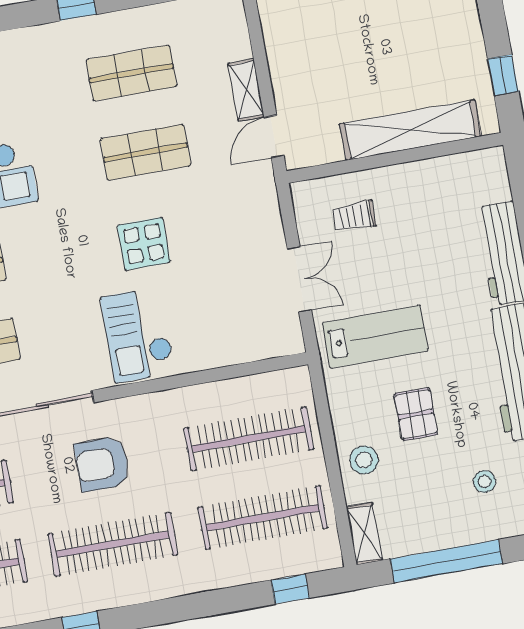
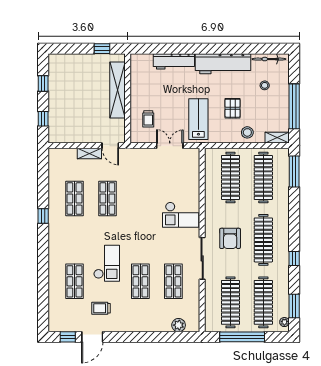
display table: (144, 244) -> (144, 206), removed
pallet: (416, 414) -> (233, 108), turned 90
window: (290, 589) -> (294, 171), width x2.17

